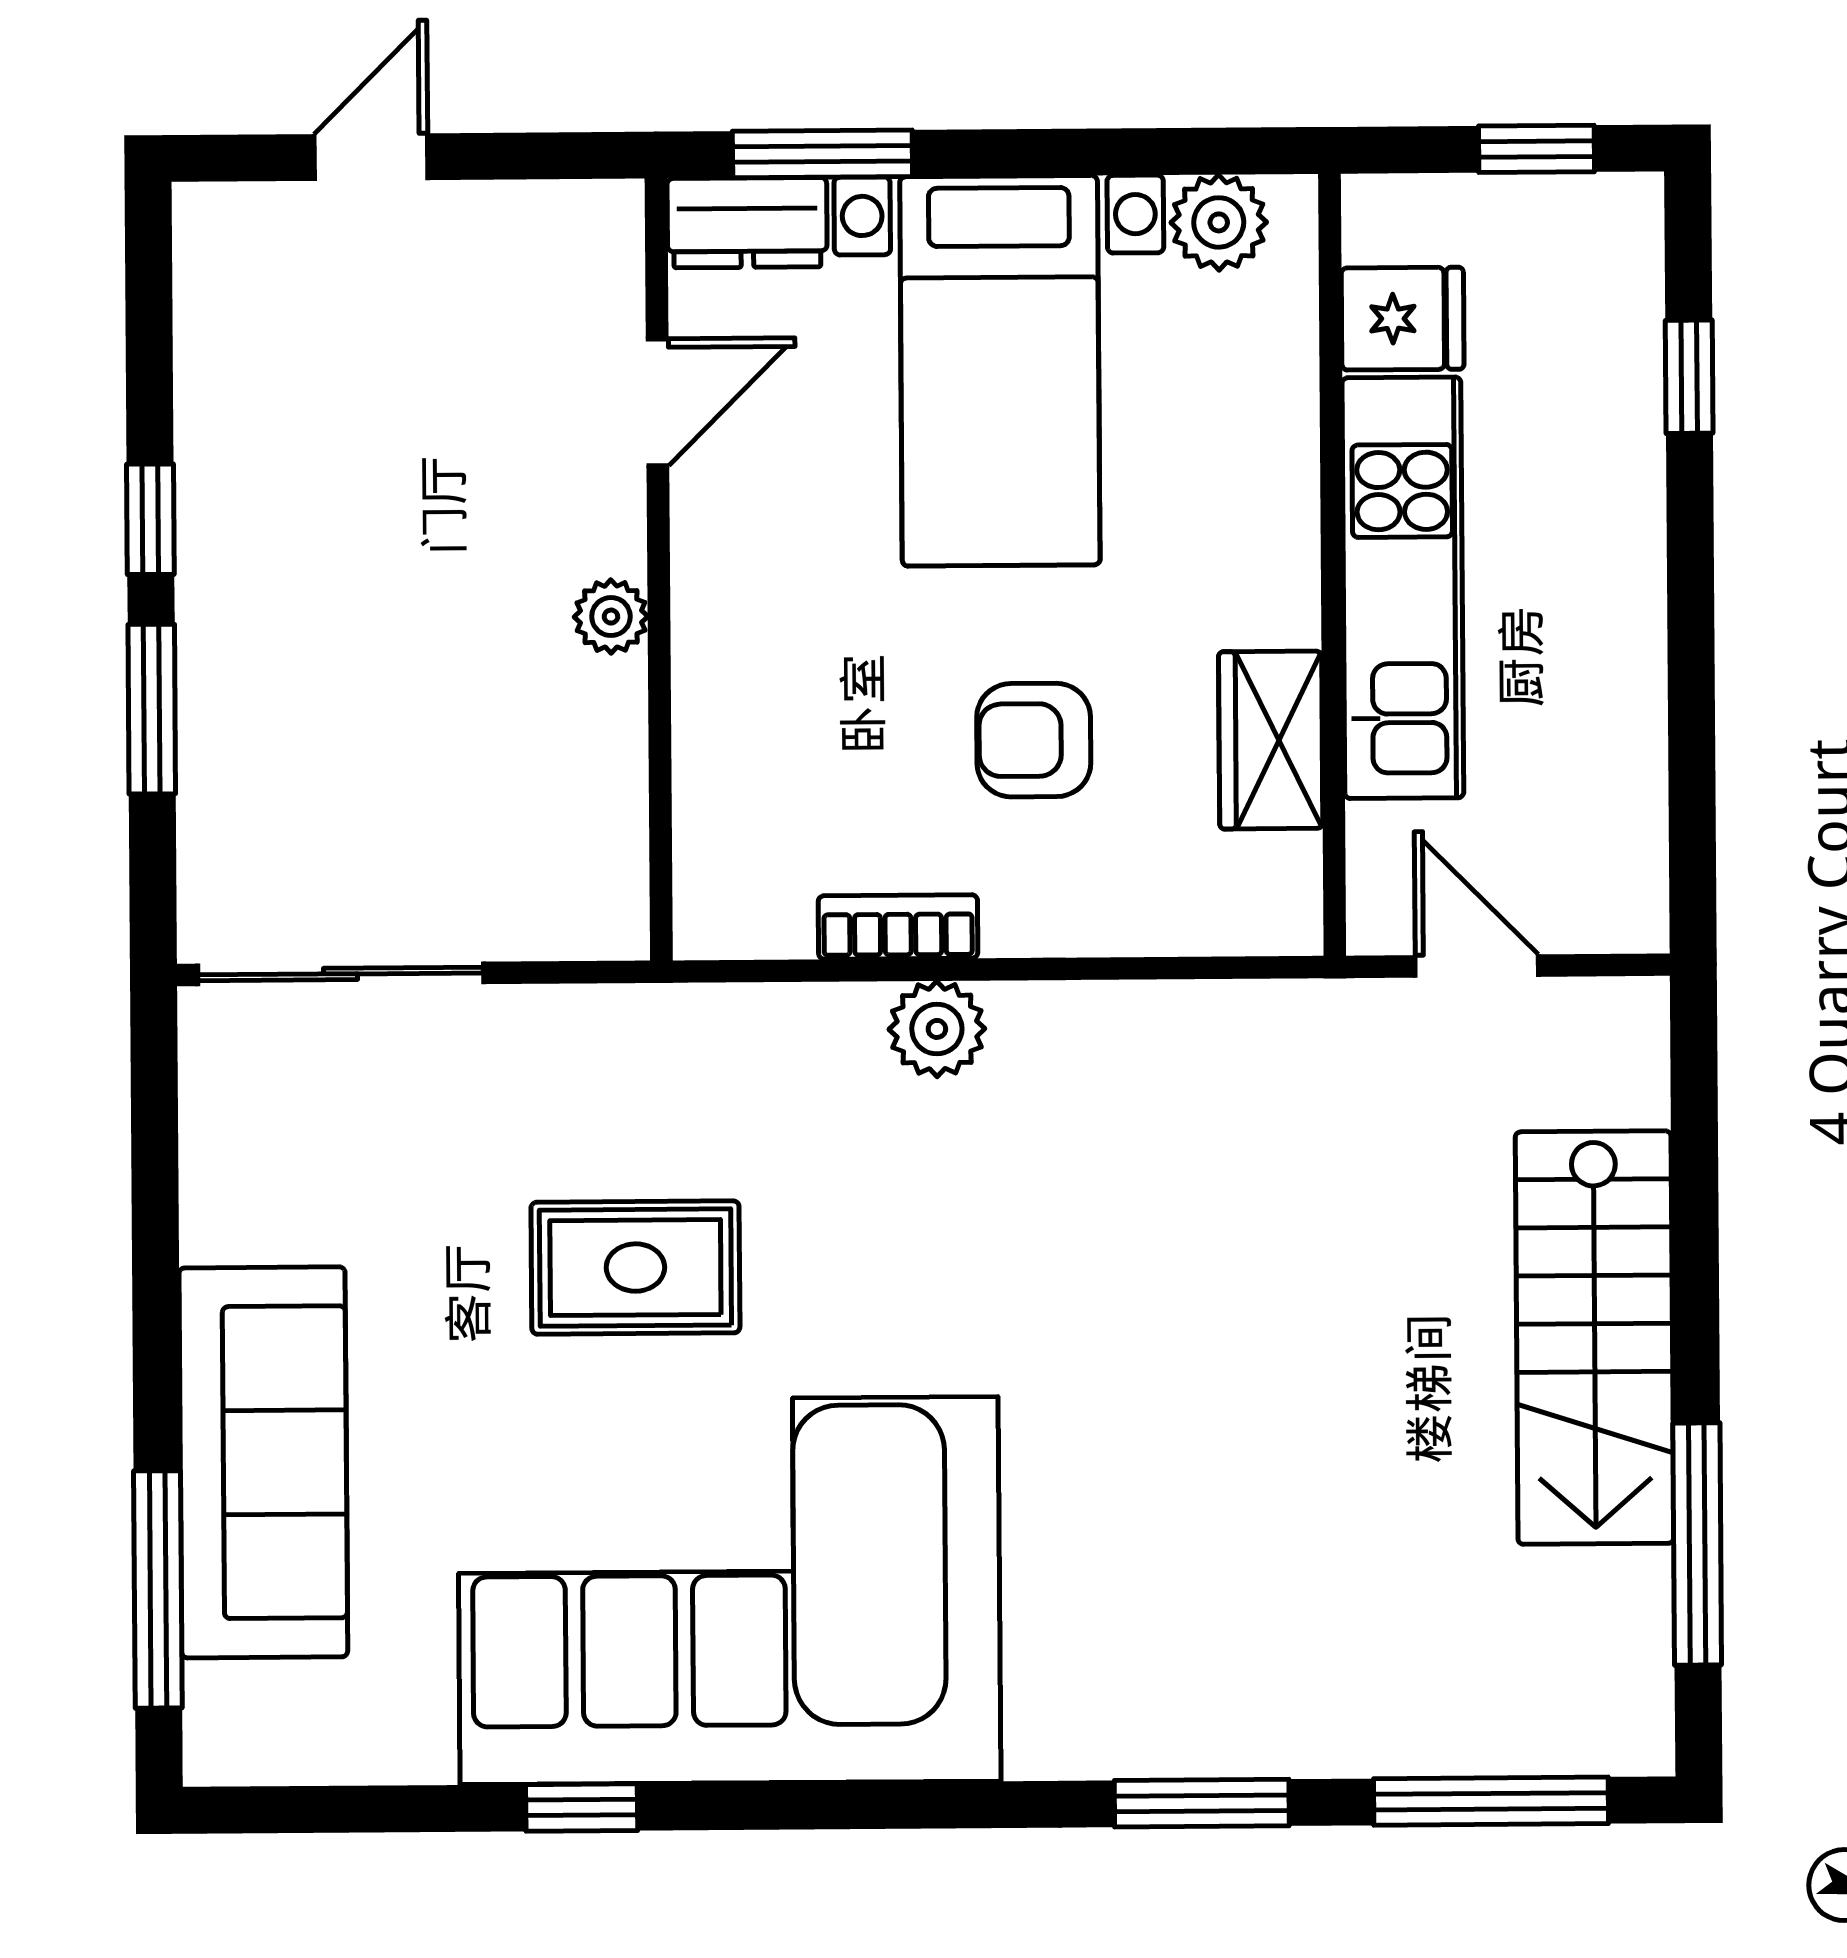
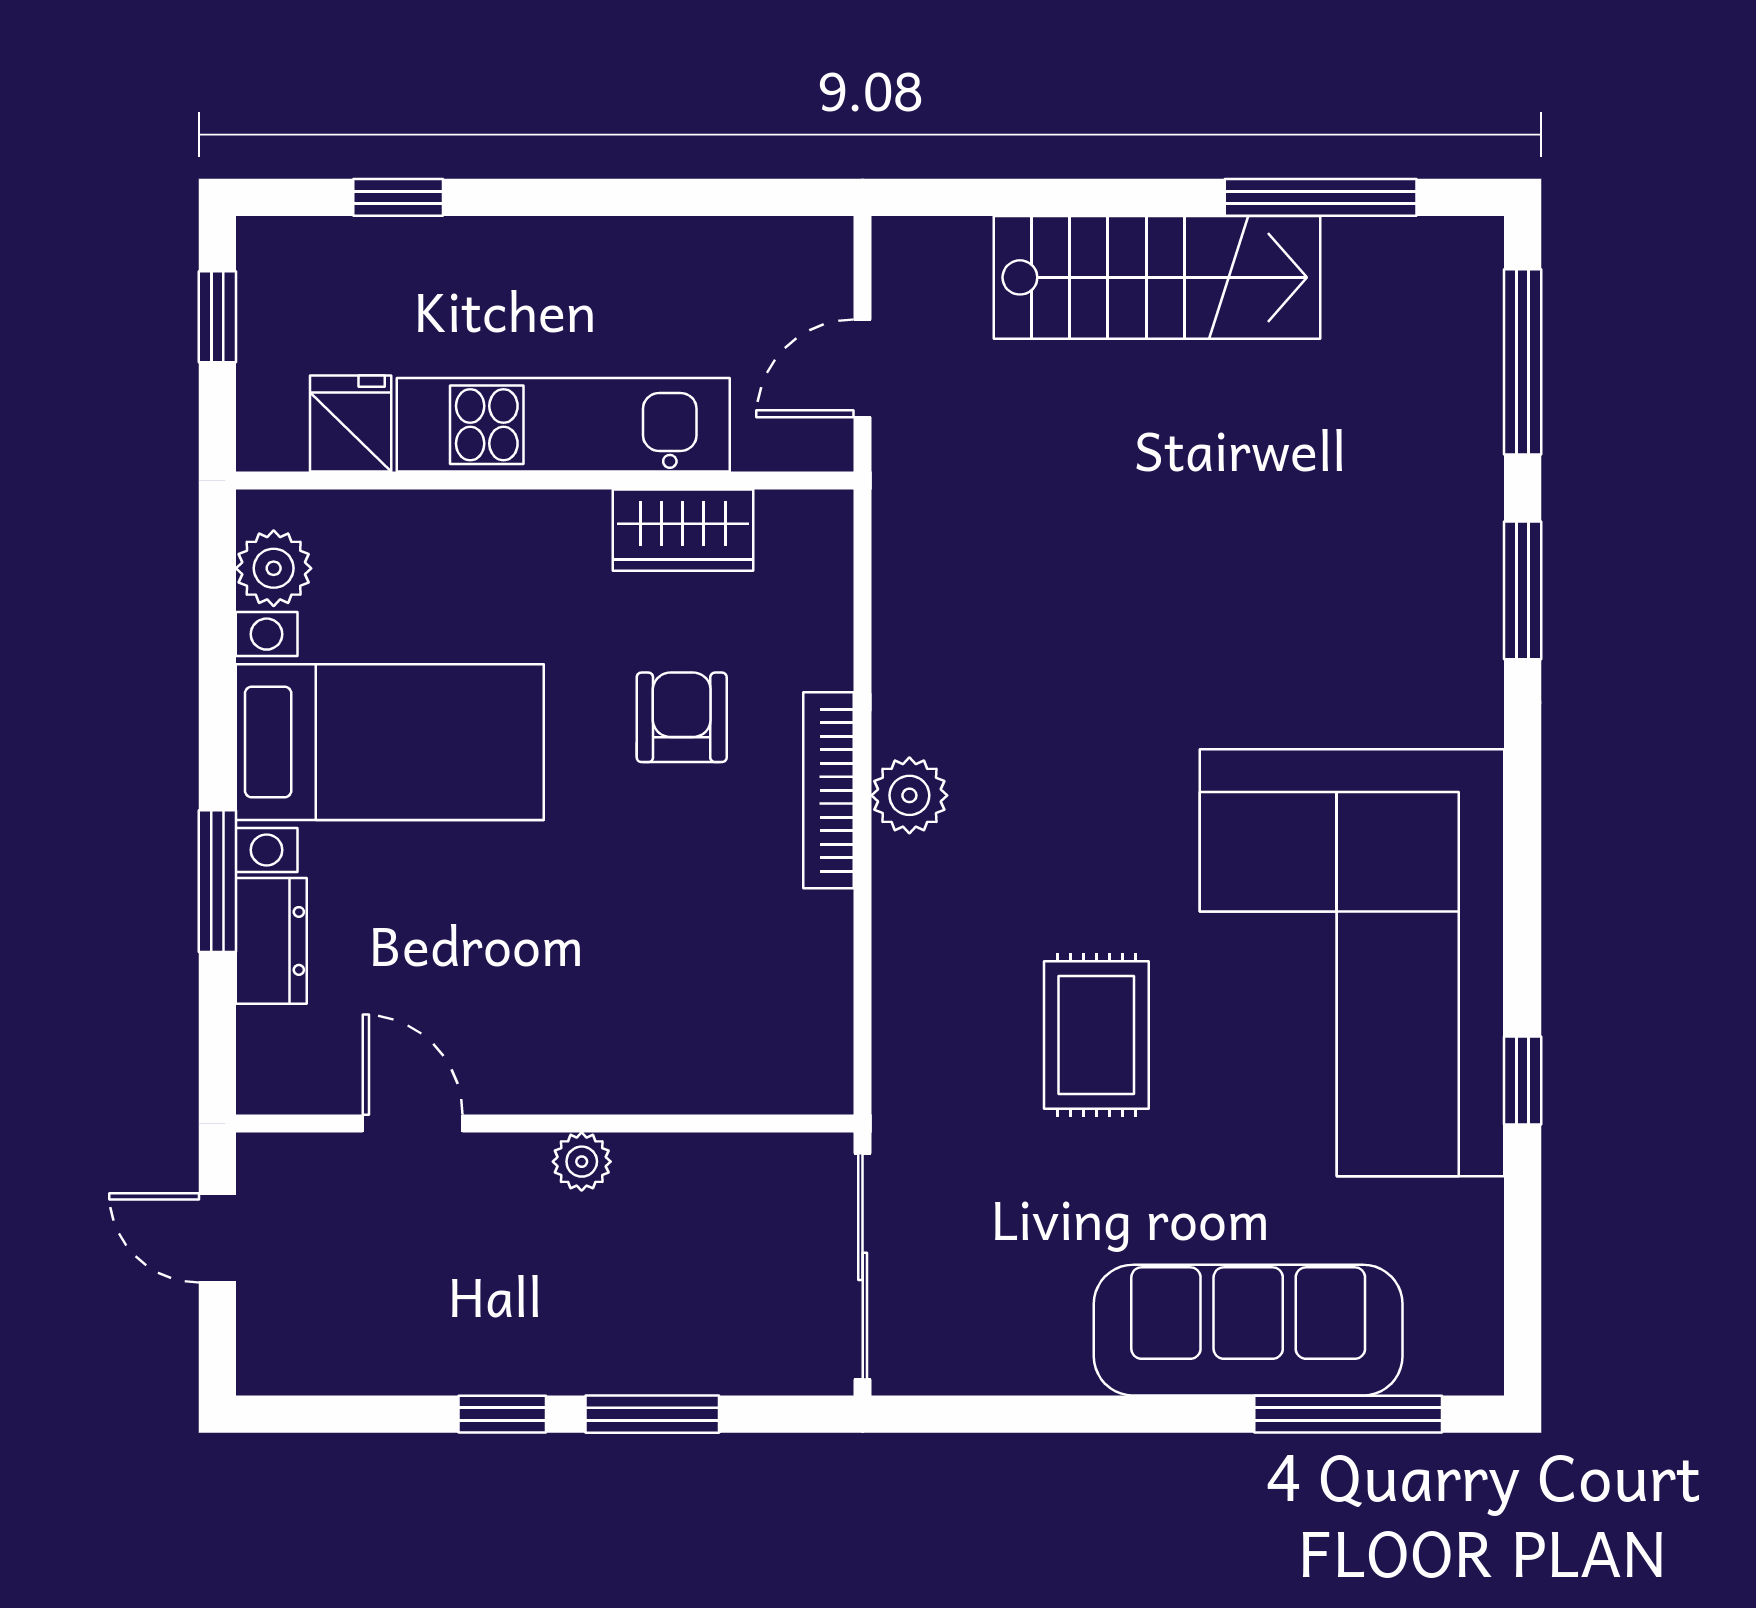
door: (658, 402) -> (413, 1124), moved
wall: (659, 569) -> (545, 1124), moved
plant: (611, 617) -> (582, 1162), moved
armchair: (1034, 740) -> (682, 717), turned 180
bookcase: (898, 927) -> (829, 790), width x1.56

